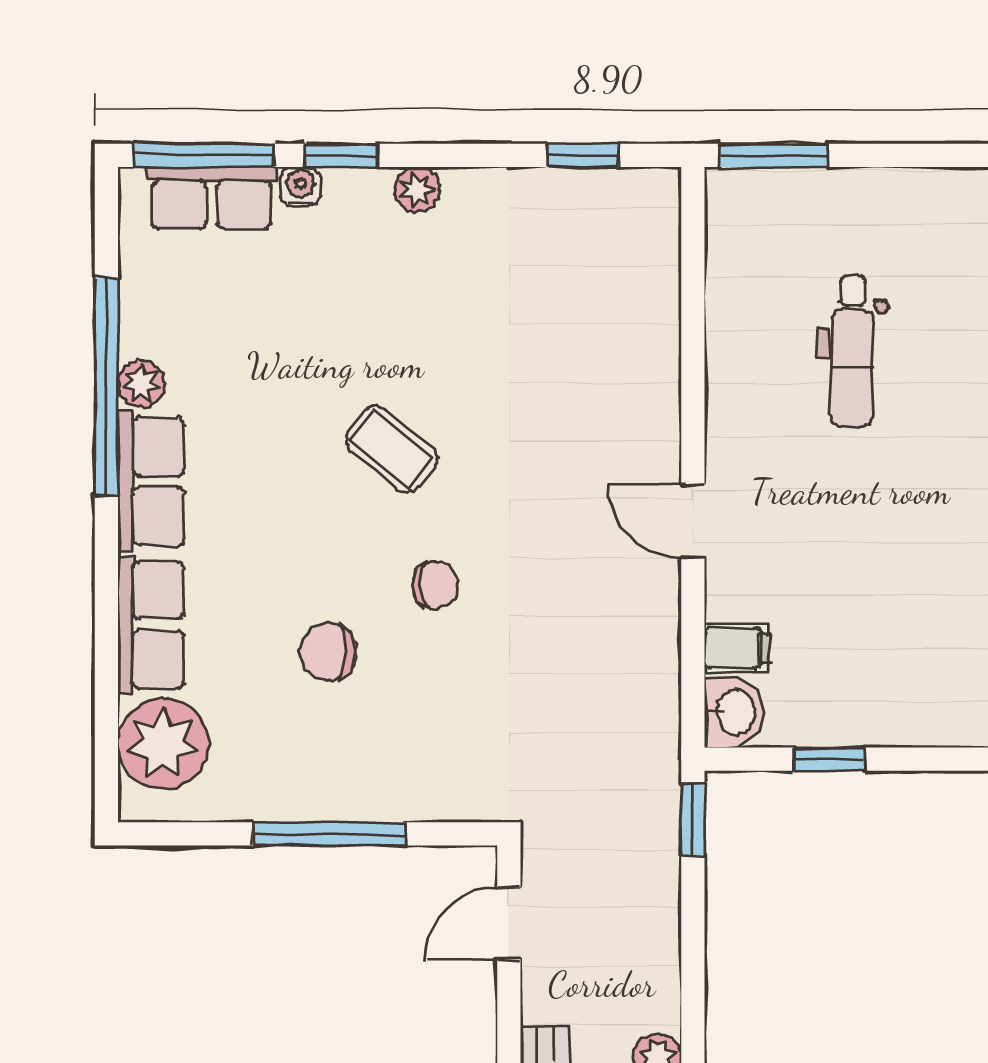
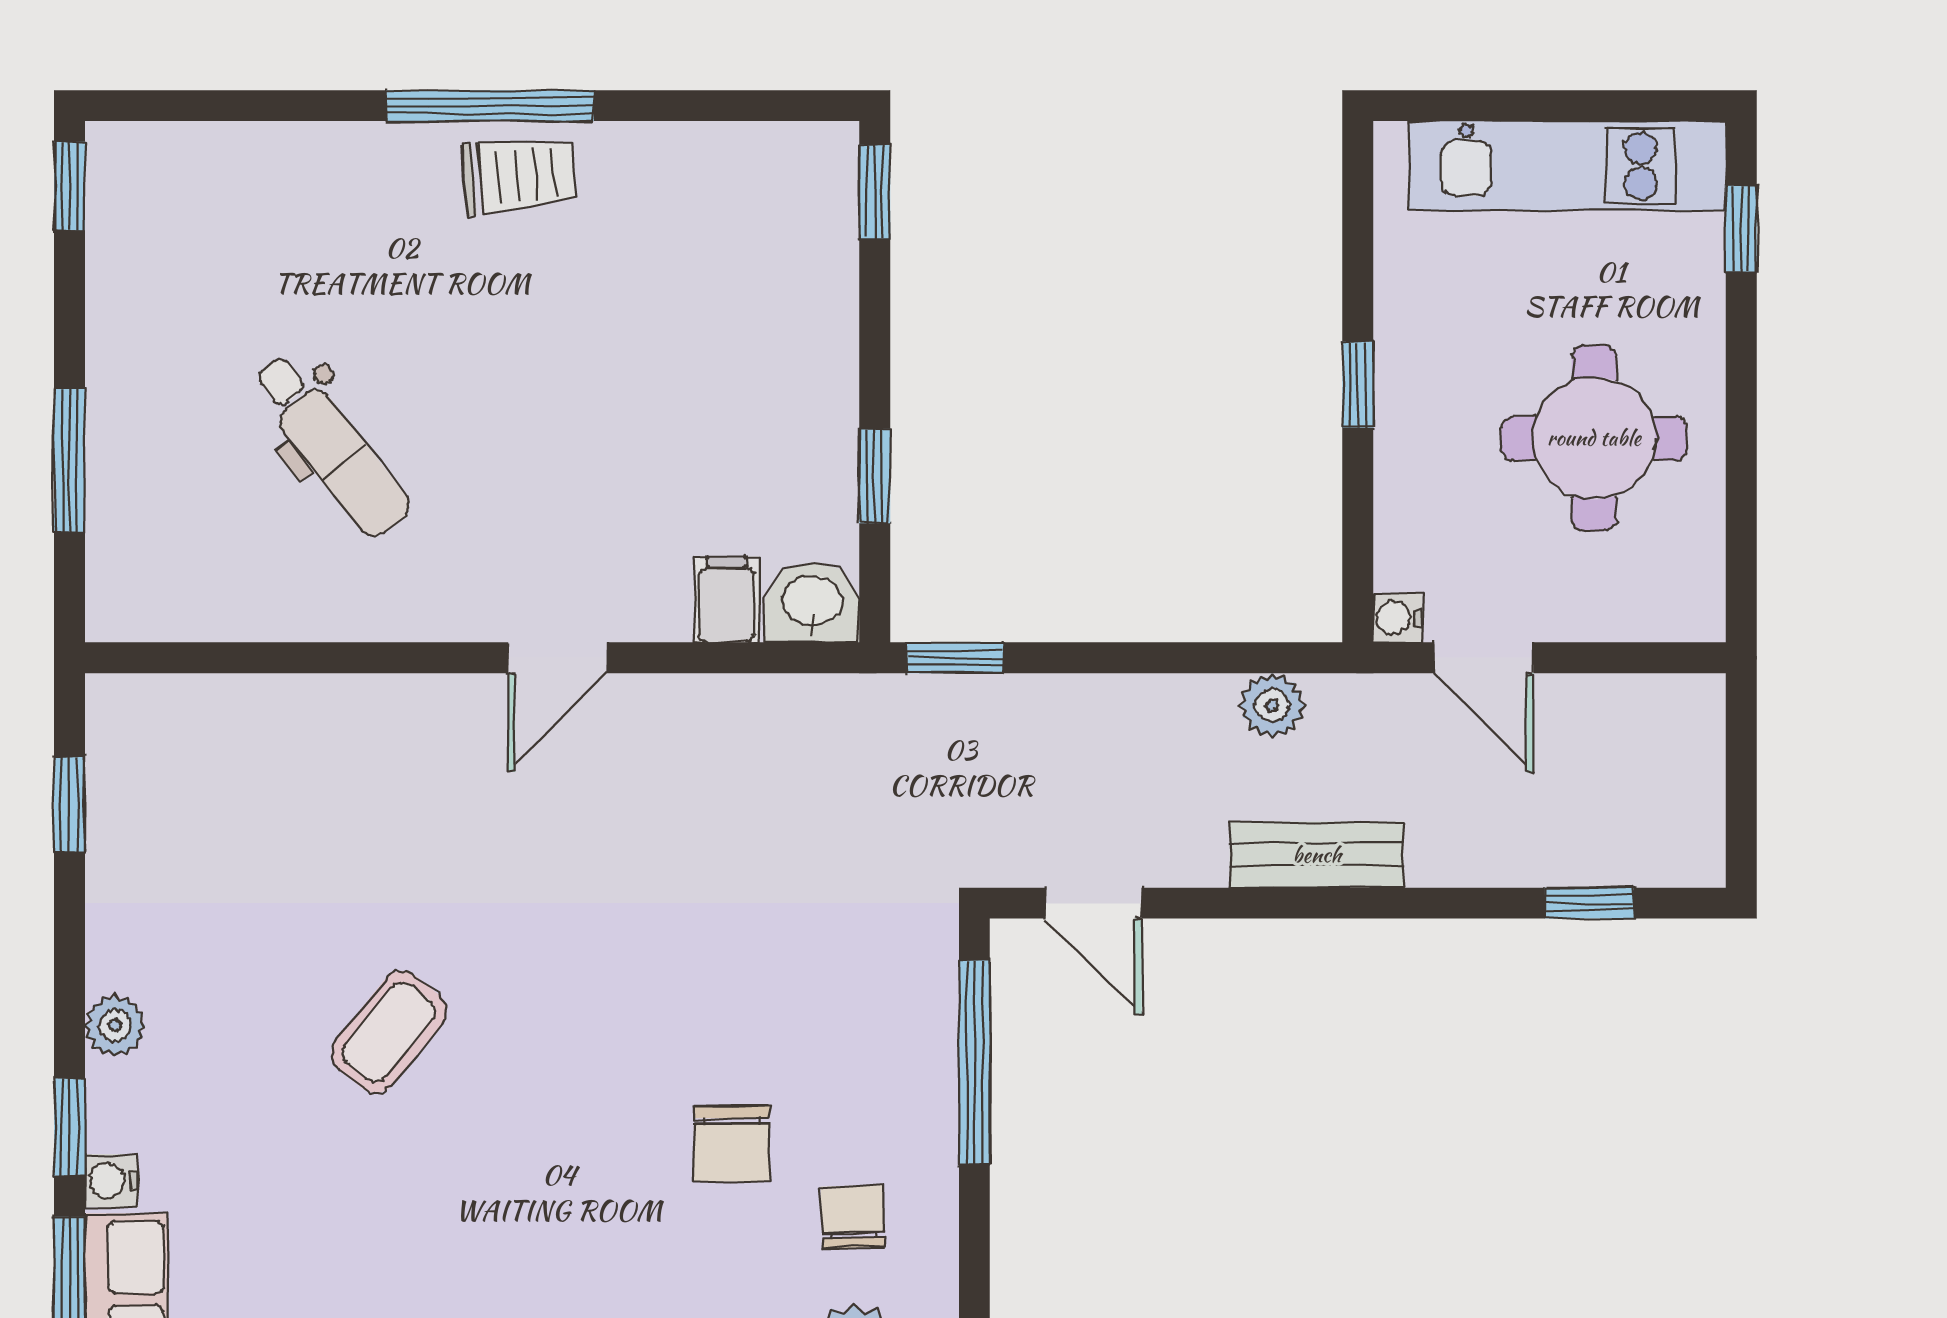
window: (774, 155) -> (70, 461), moved
dental chair: (852, 351) -> (331, 445), turned 51
coffee table: (391, 449) -> (389, 1032), moved
chair: (435, 585) -> (853, 1217), moved
window: (329, 834) -> (974, 1062), moved

